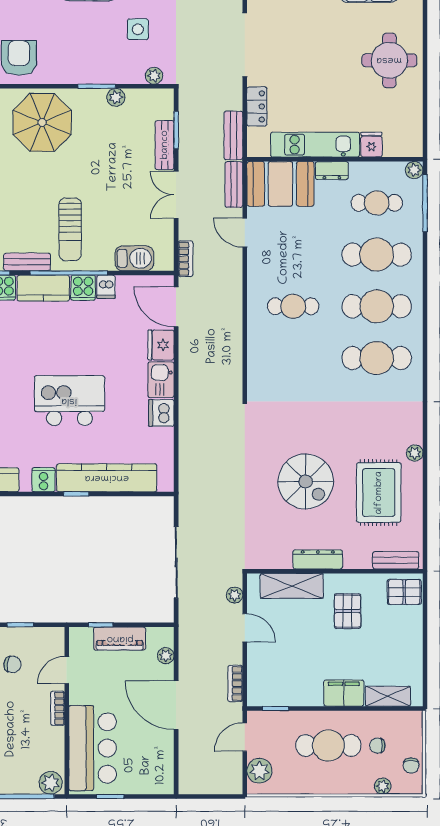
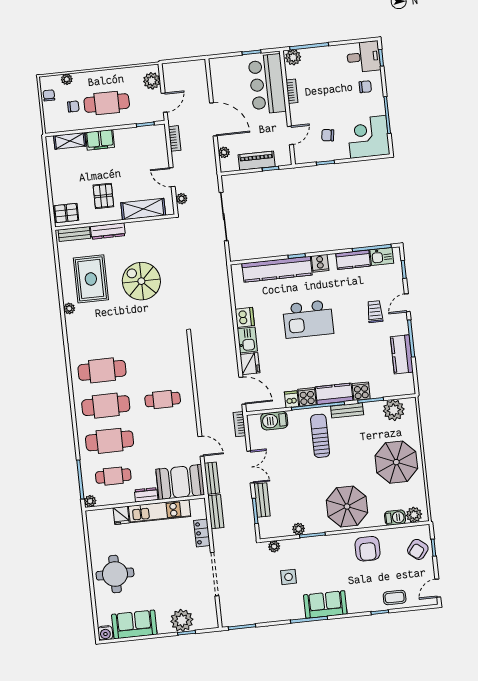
dresser: (318, 559) -> (108, 231), moved
bookcase: (58, 708) -> (292, 91), moved

